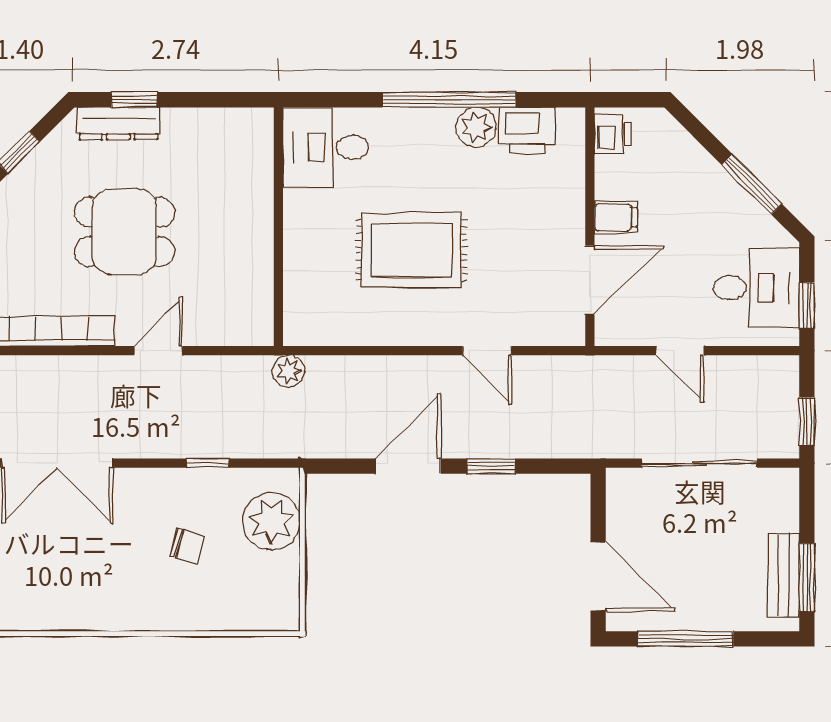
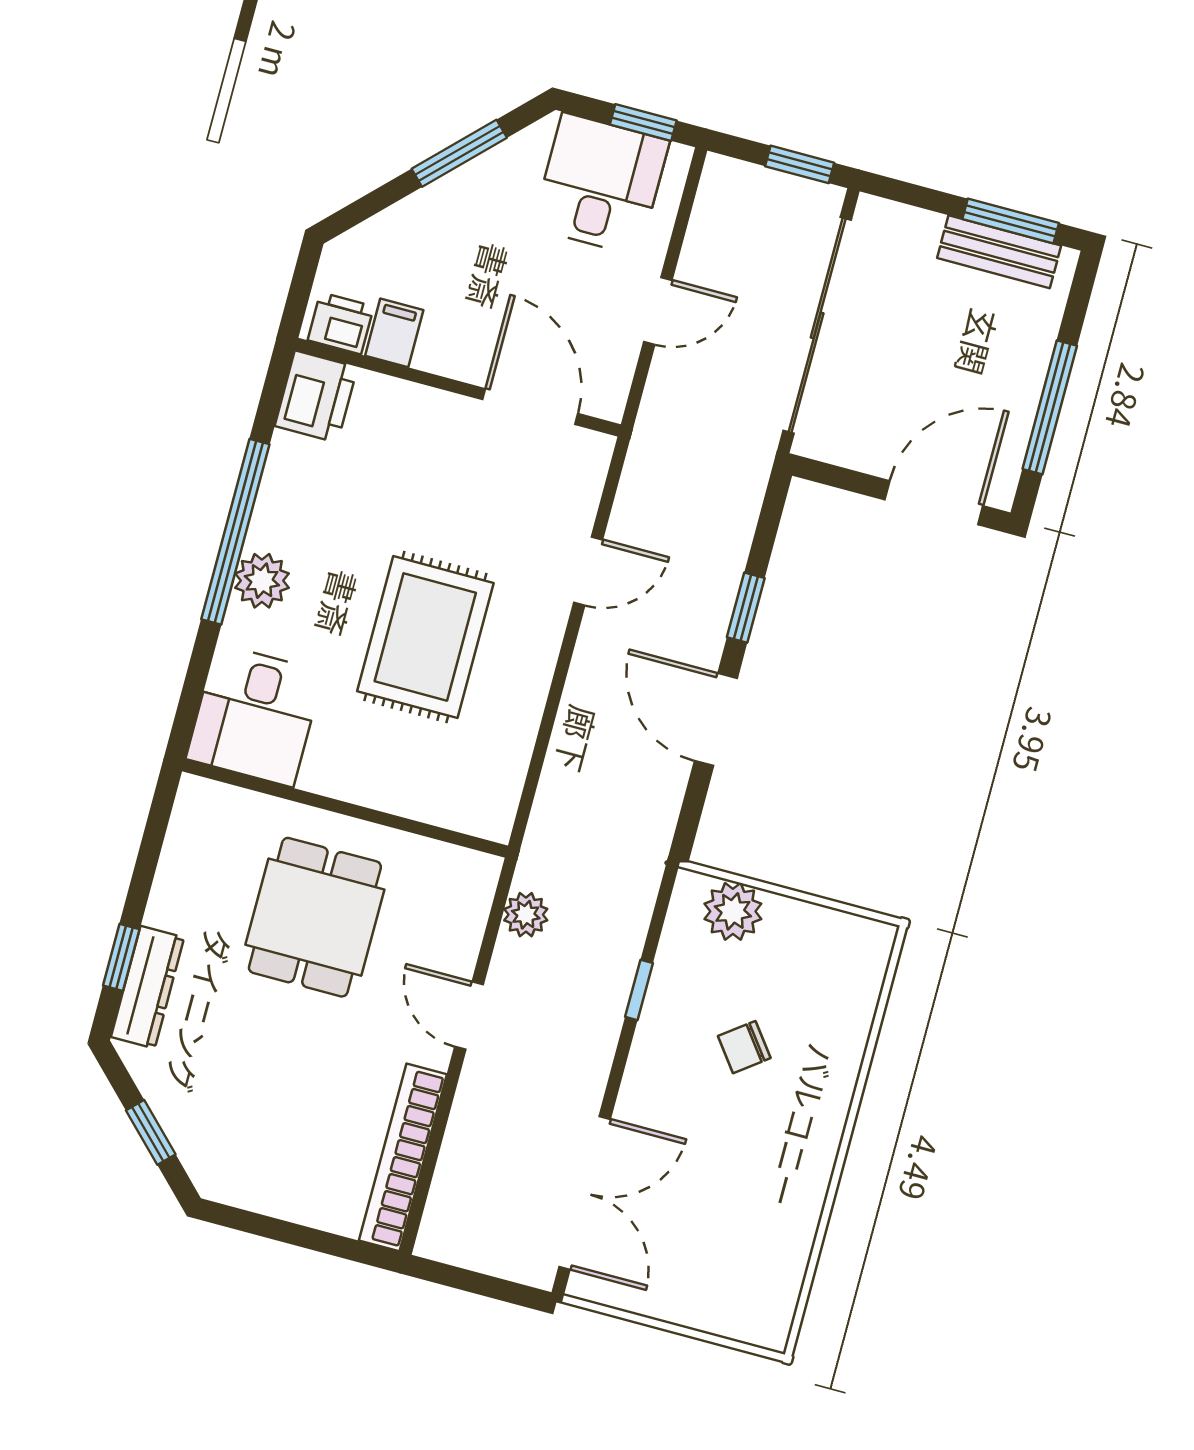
plant: (476, 127) -> (262, 581), moved
printer: (527, 130) -> (316, 396), moved
filing cabinet: (616, 217) -> (394, 333), moved
dining table: (124, 232) -> (315, 917), moved
plant: (289, 371) -> (526, 915), moved
sliding door: (699, 463) -> (817, 325), width x1.36
plant: (271, 521) -> (733, 911), width x0.73, depth x0.73
chair: (187, 546) -> (744, 1047), turned -143

